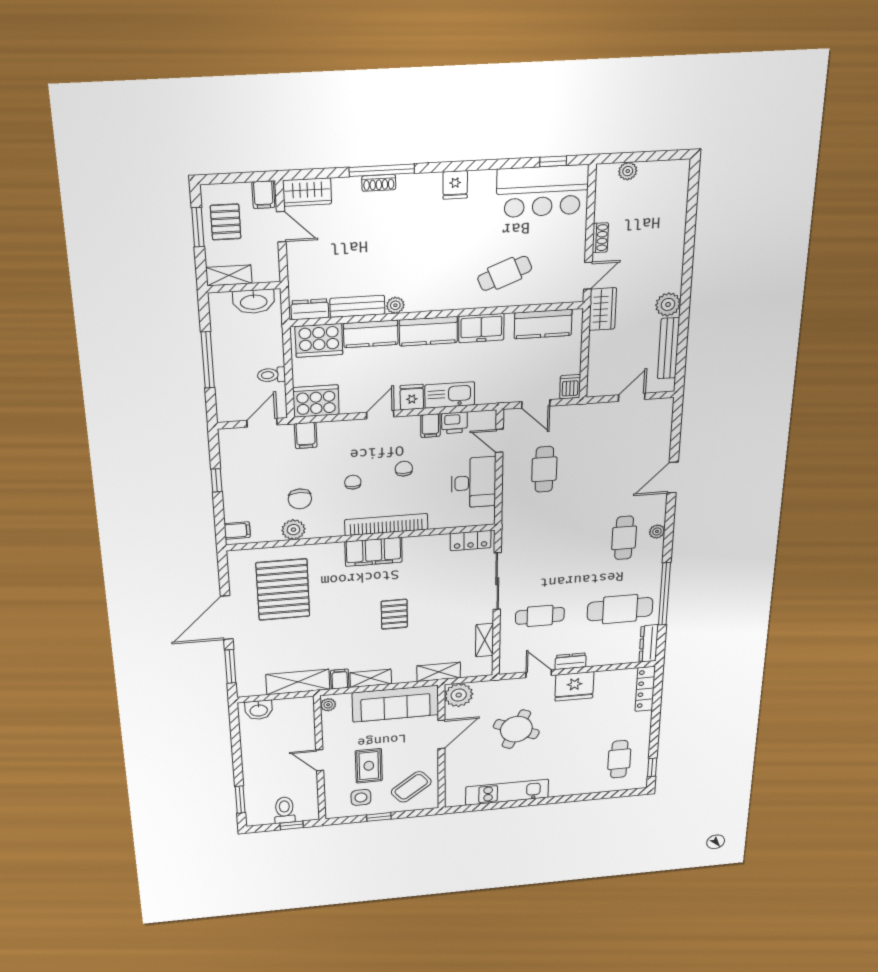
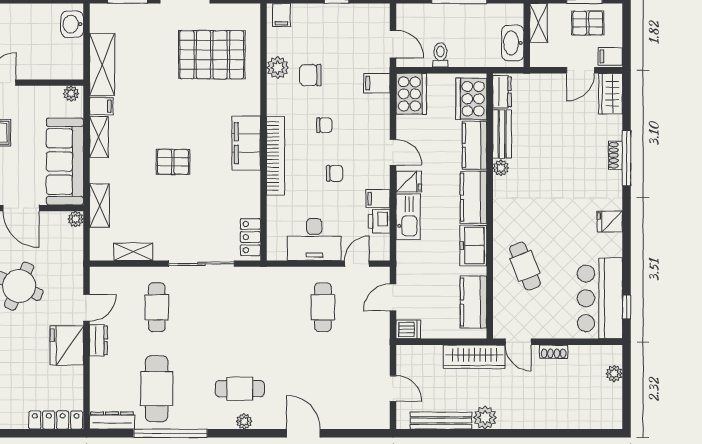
wardrobe: (603, 309) -> (474, 357), width x1.50
cafe table: (544, 469) -> (323, 307), turned 90
plant: (459, 695) -> (76, 219), width x0.53, depth x0.53

